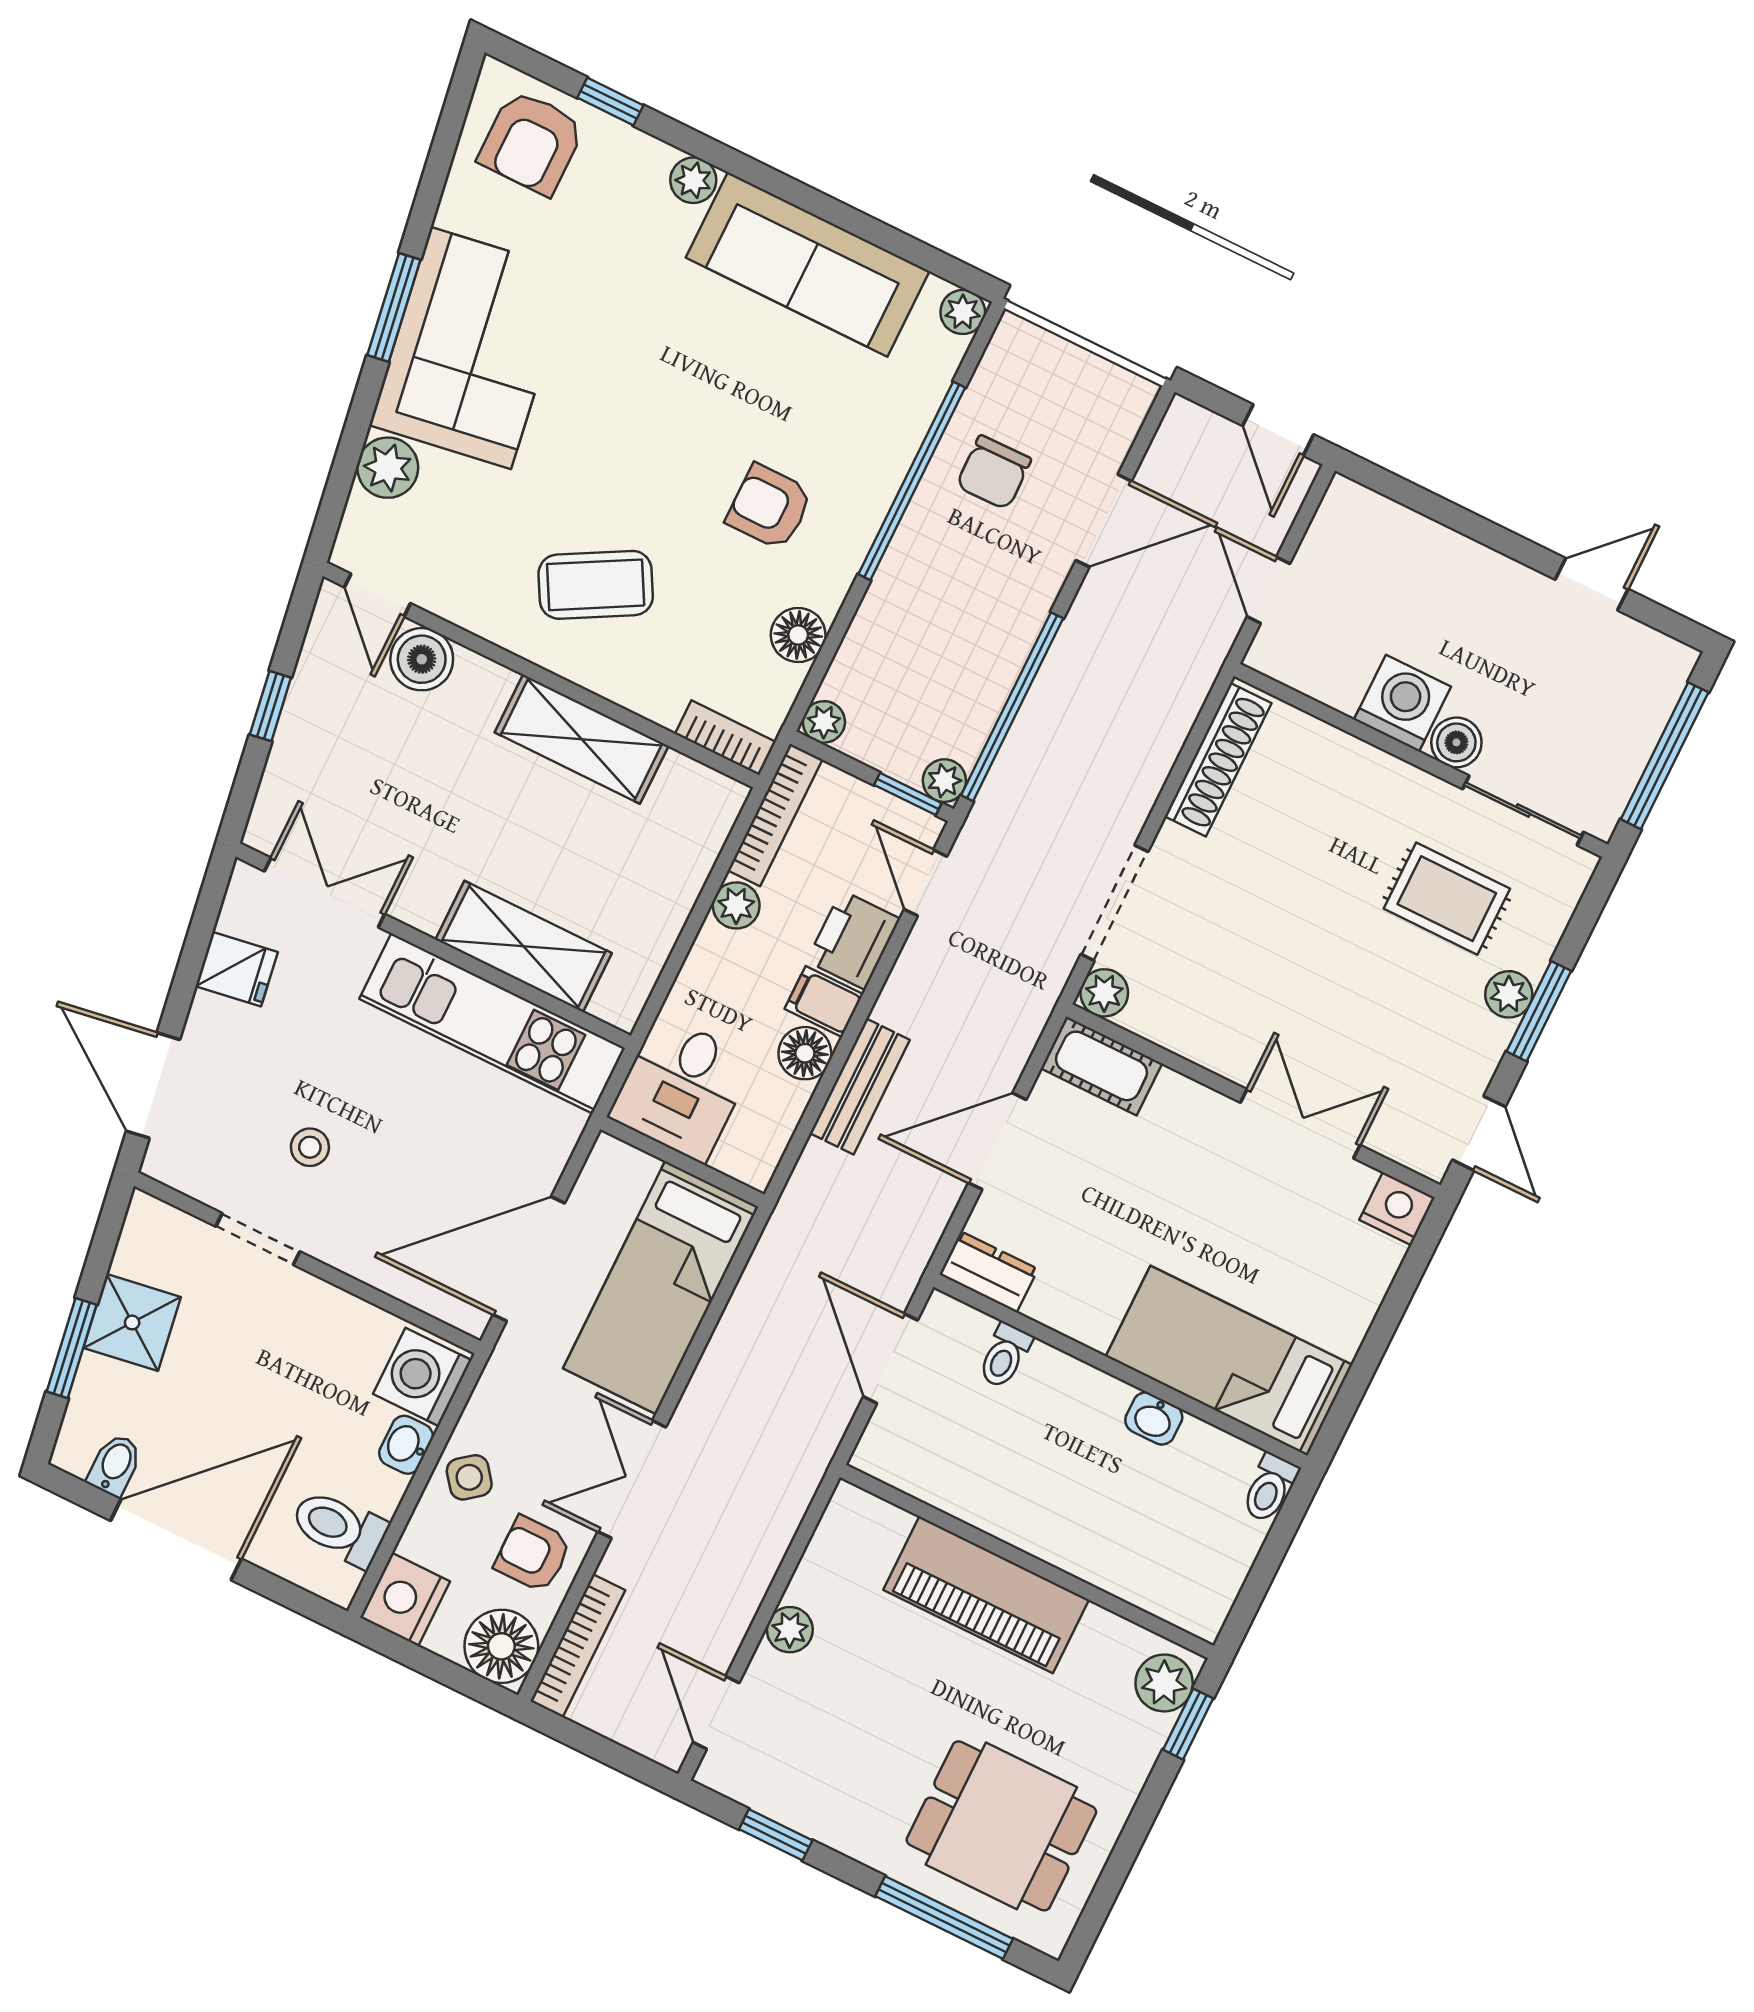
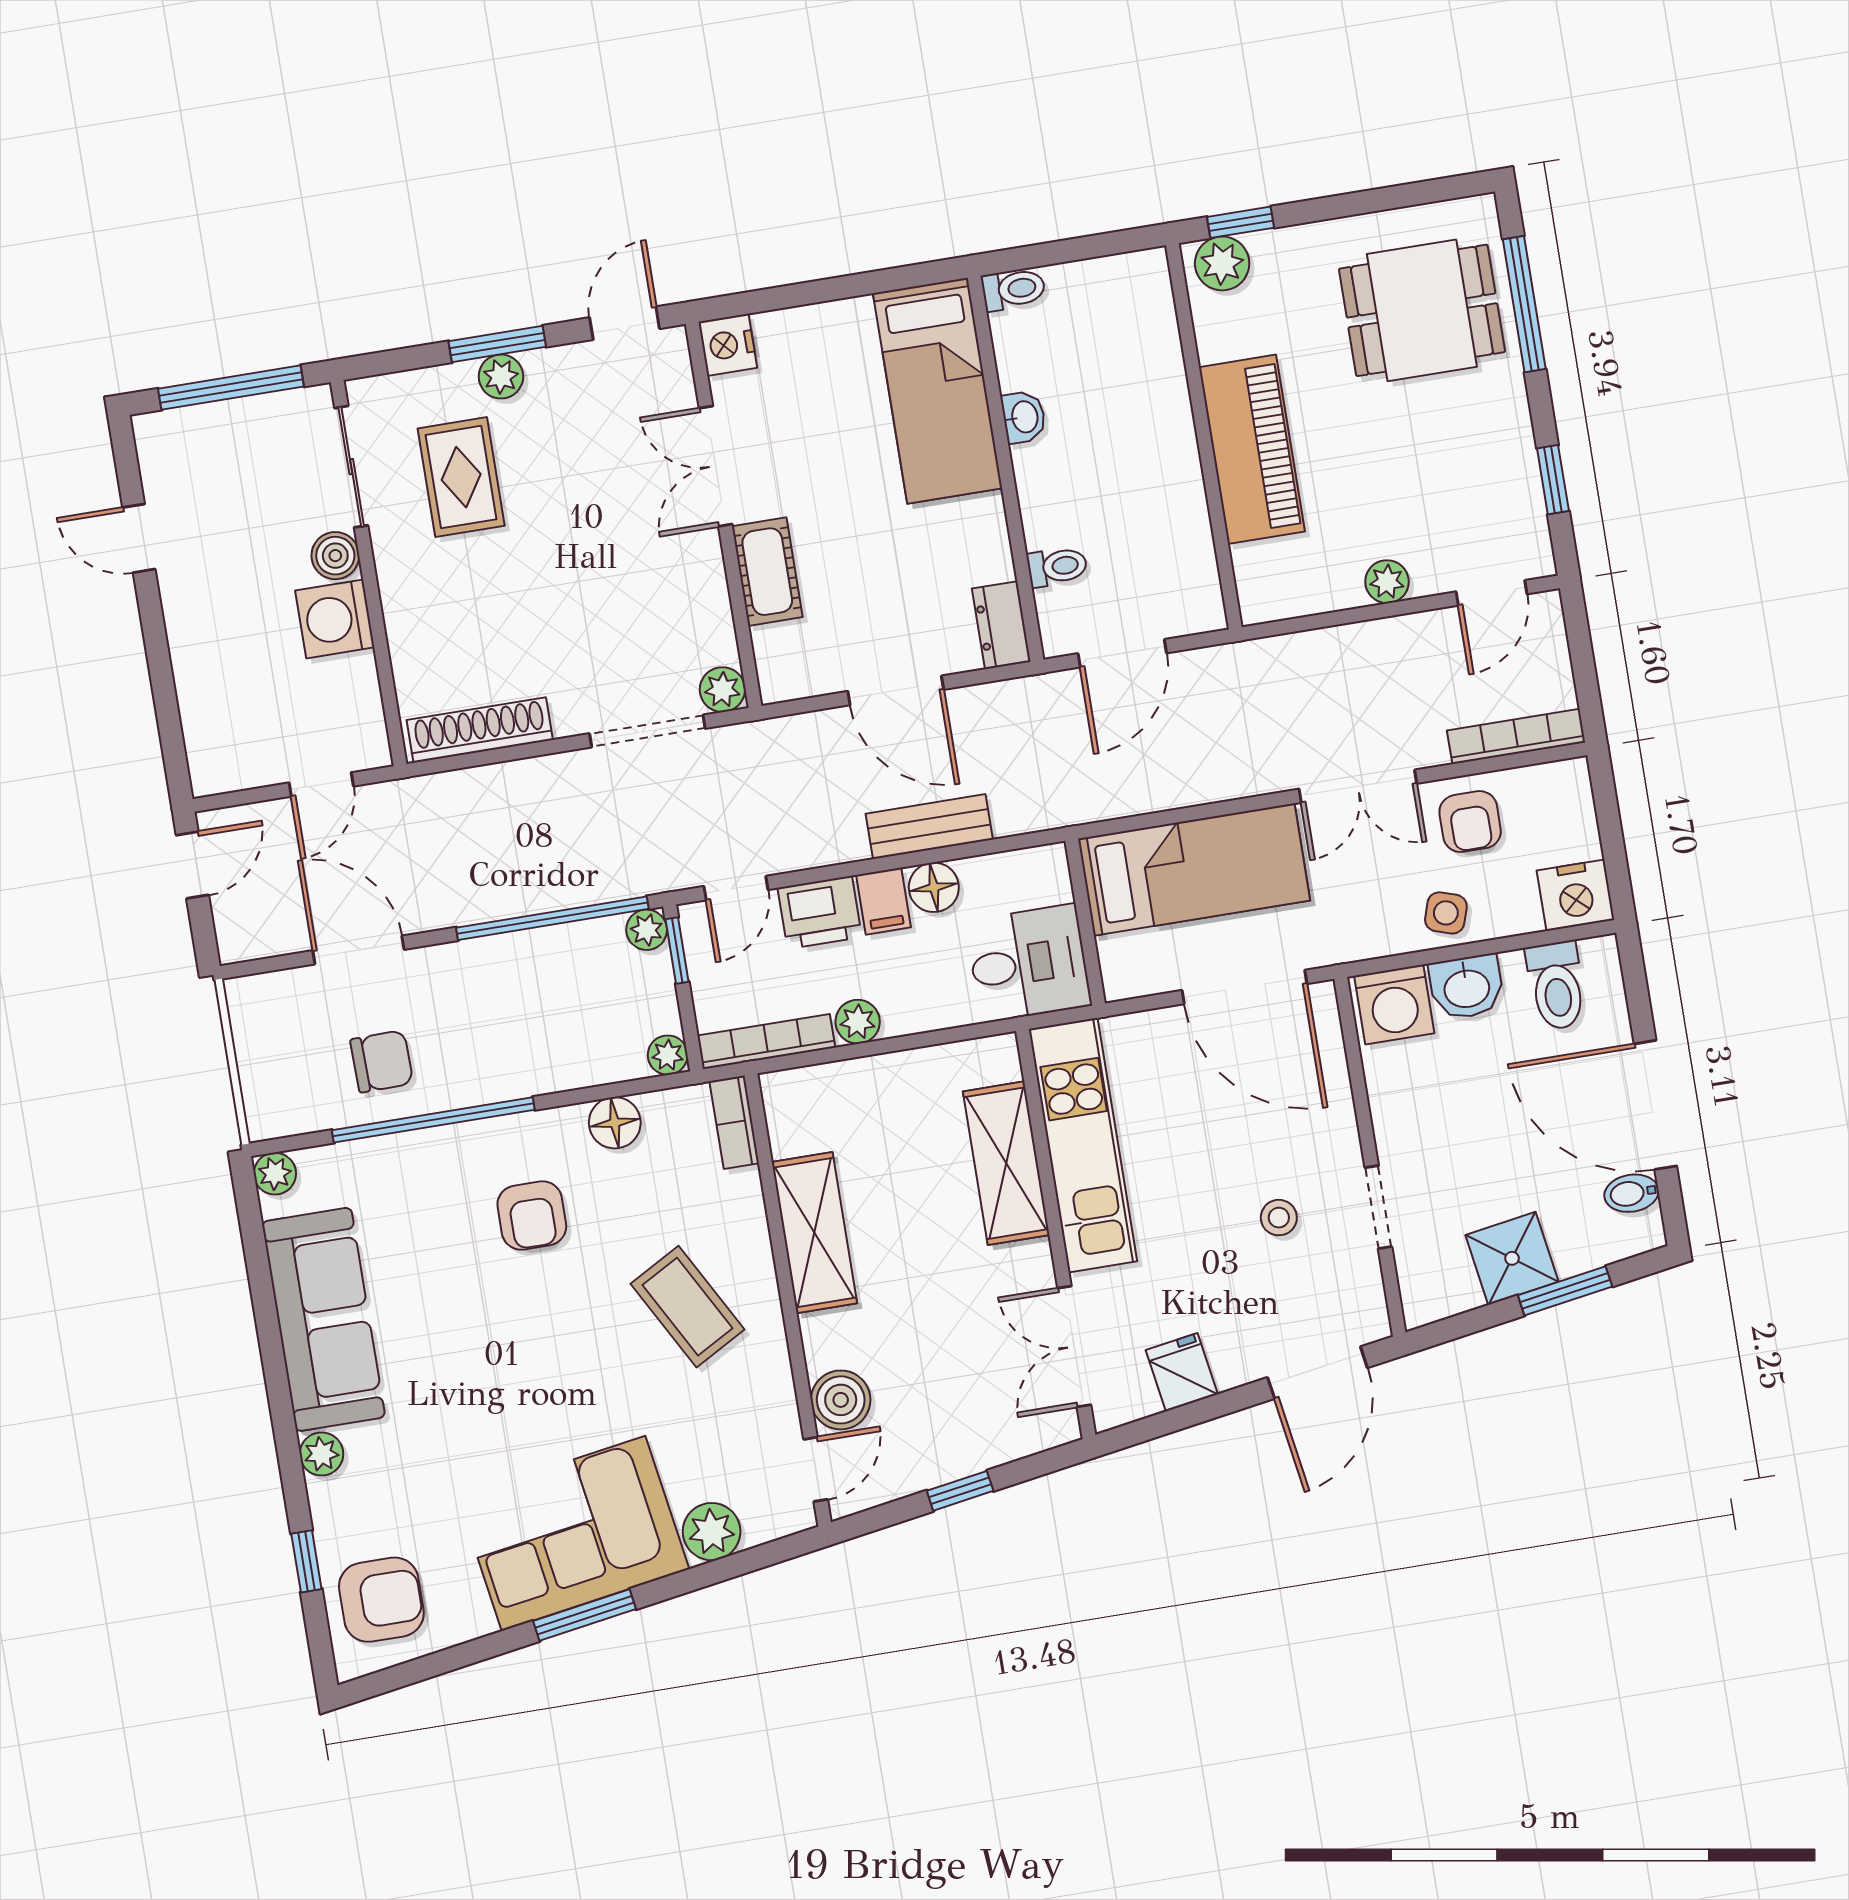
cot: (1101, 1066) -> (767, 572), moved
washbasin: (406, 1445) -> (1467, 987), width x1.38, depth x1.45
side table: (469, 1477) -> (1446, 913), turned -34
floor lamp: (501, 1646) -> (1559, 795), removed
dining table: (1001, 1826) -> (1422, 310), turned 90

